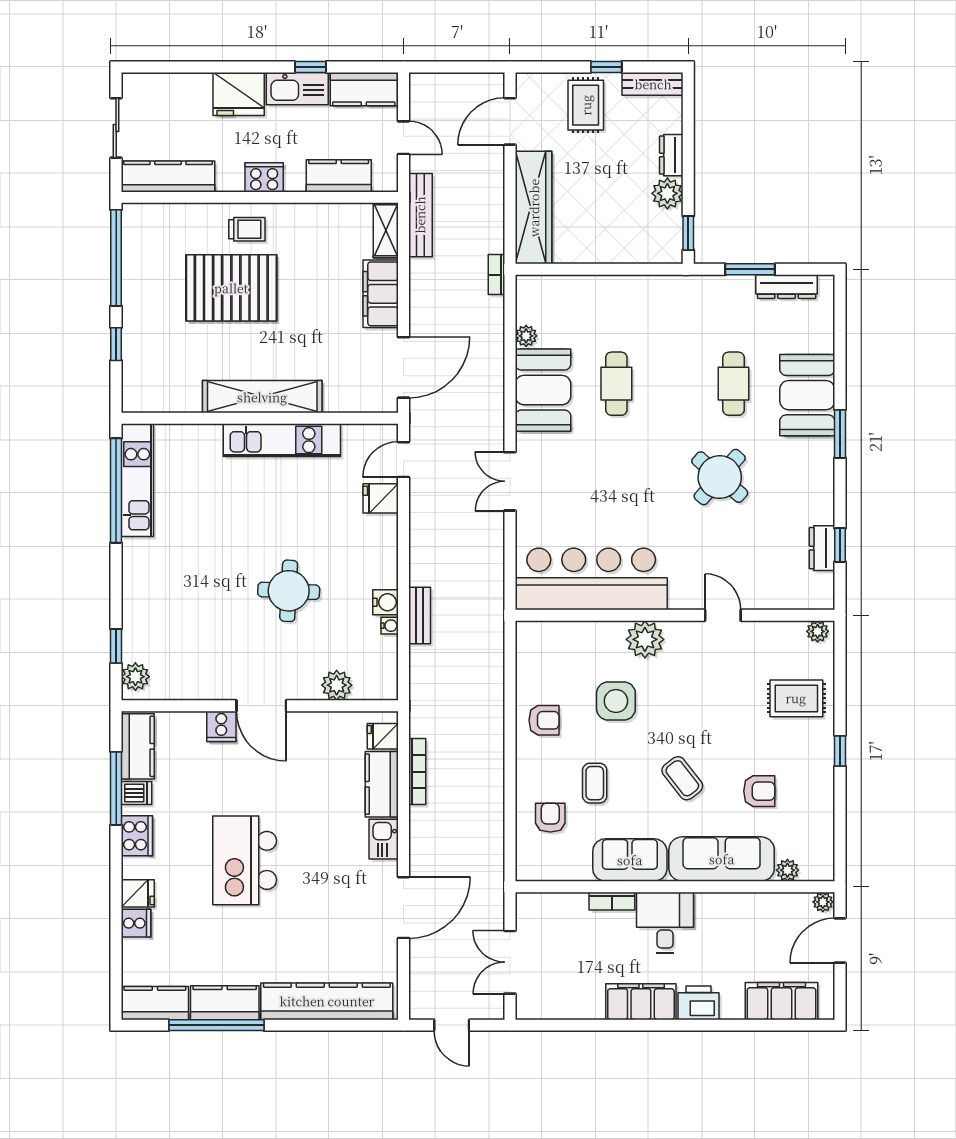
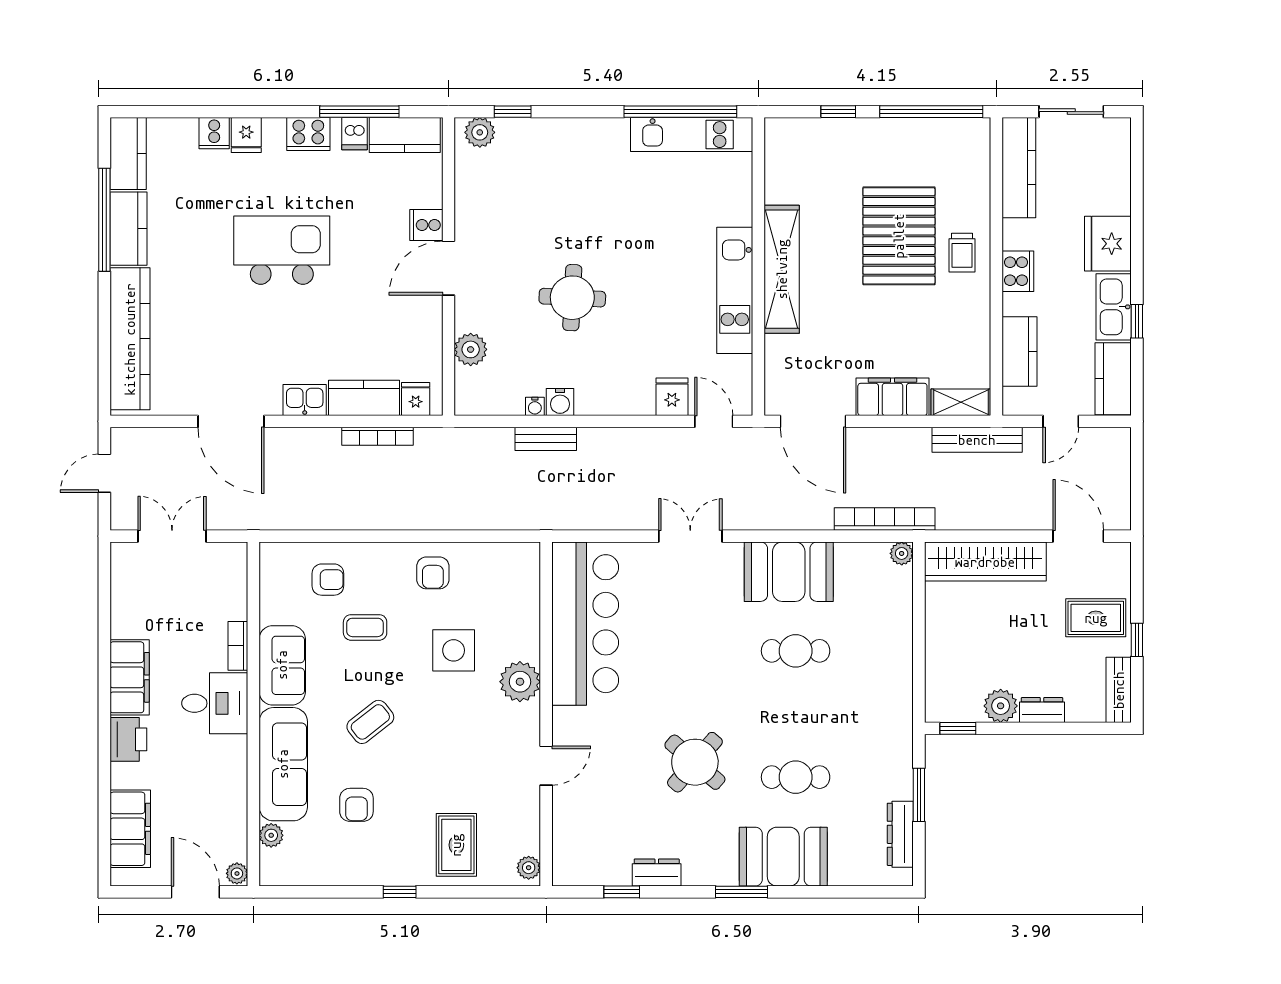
bookcase: (497, 275) -> (885, 519), width x2.31, depth x1.31
plant: (526, 336) -> (902, 553), moved
dresser: (822, 548) -> (657, 872), moved

